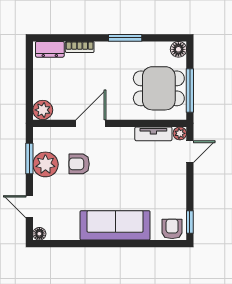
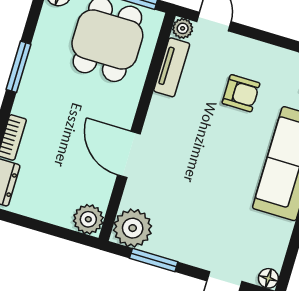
plant: (45, 164) -> (133, 228), moved
armchair: (79, 164) -> (241, 93), moved, turned -90

